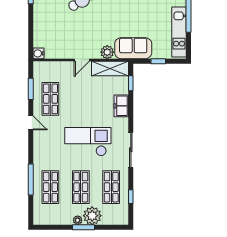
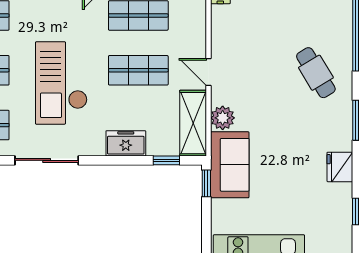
window: (158, 61) -> (206, 183), moved
shop shelf: (81, 99) -> (138, 70), added
checkout: (88, 142) -> (61, 83), turned 180

